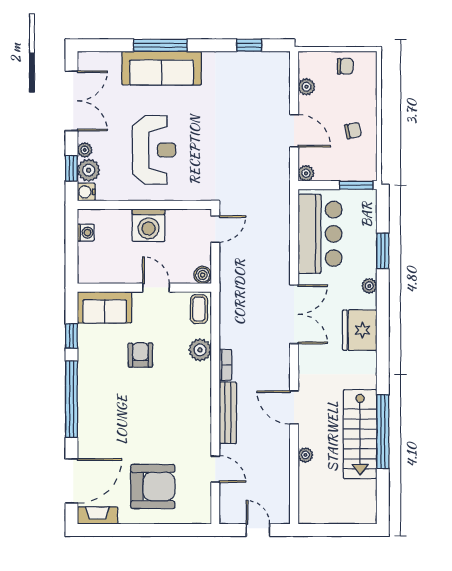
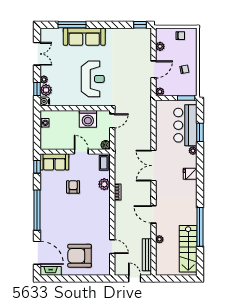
window: (160, 45) -> (72, 25), moved
window: (249, 45) -> (140, 25), moved
double door: (71, 101) -> (37, 54), width x0.73
door: (294, 131) -> (154, 69), hinge flipped
reception desk: (154, 150) -> (93, 79), moved
washing machine: (148, 225) -> (88, 119), moved
bar counter: (320, 234) -> (185, 125), moved, turned 180
double door: (294, 314) -> (154, 166), swing flipped
fridge: (360, 330) -> (190, 174), width x0.53, depth x0.75
window: (71, 336) -> (37, 167), moved
bench: (228, 413) -> (147, 255), moved
stairs: (360, 434) -> (188, 249), moved
door: (71, 481) -> (37, 253), hinge flipped
armchair: (153, 487) -> (80, 256), turned 180

